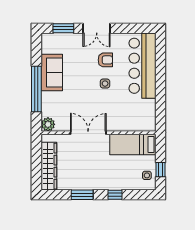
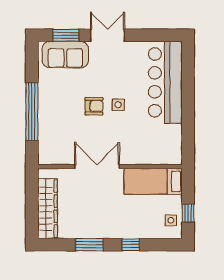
double door: (97, 28) -> (108, 35), swing flipped
armchair: (105, 60) -> (94, 106), moved
sofa: (52, 72) -> (65, 55), moved, turned 90
plant: (48, 124) -> (46, 156), removed

